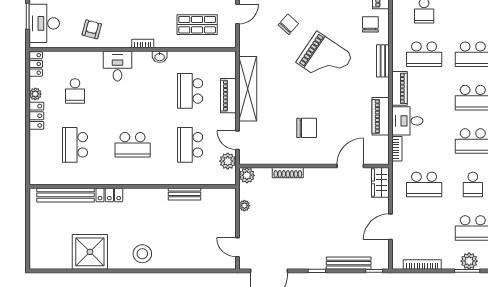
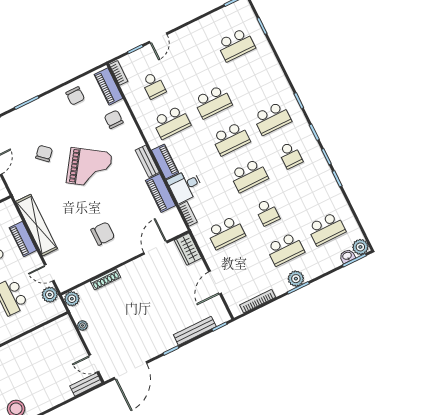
bench: (383, 61) -> (147, 161), moved
bench: (184, 194) -> (86, 384), moved

